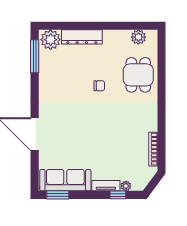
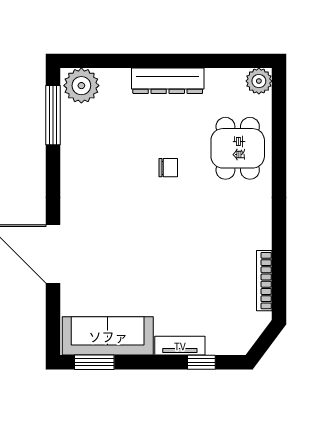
dresser: (82, 37) -> (168, 81), moved
plant: (138, 37) -> (259, 81), moved
plant: (126, 186) -> (216, 346), removed

